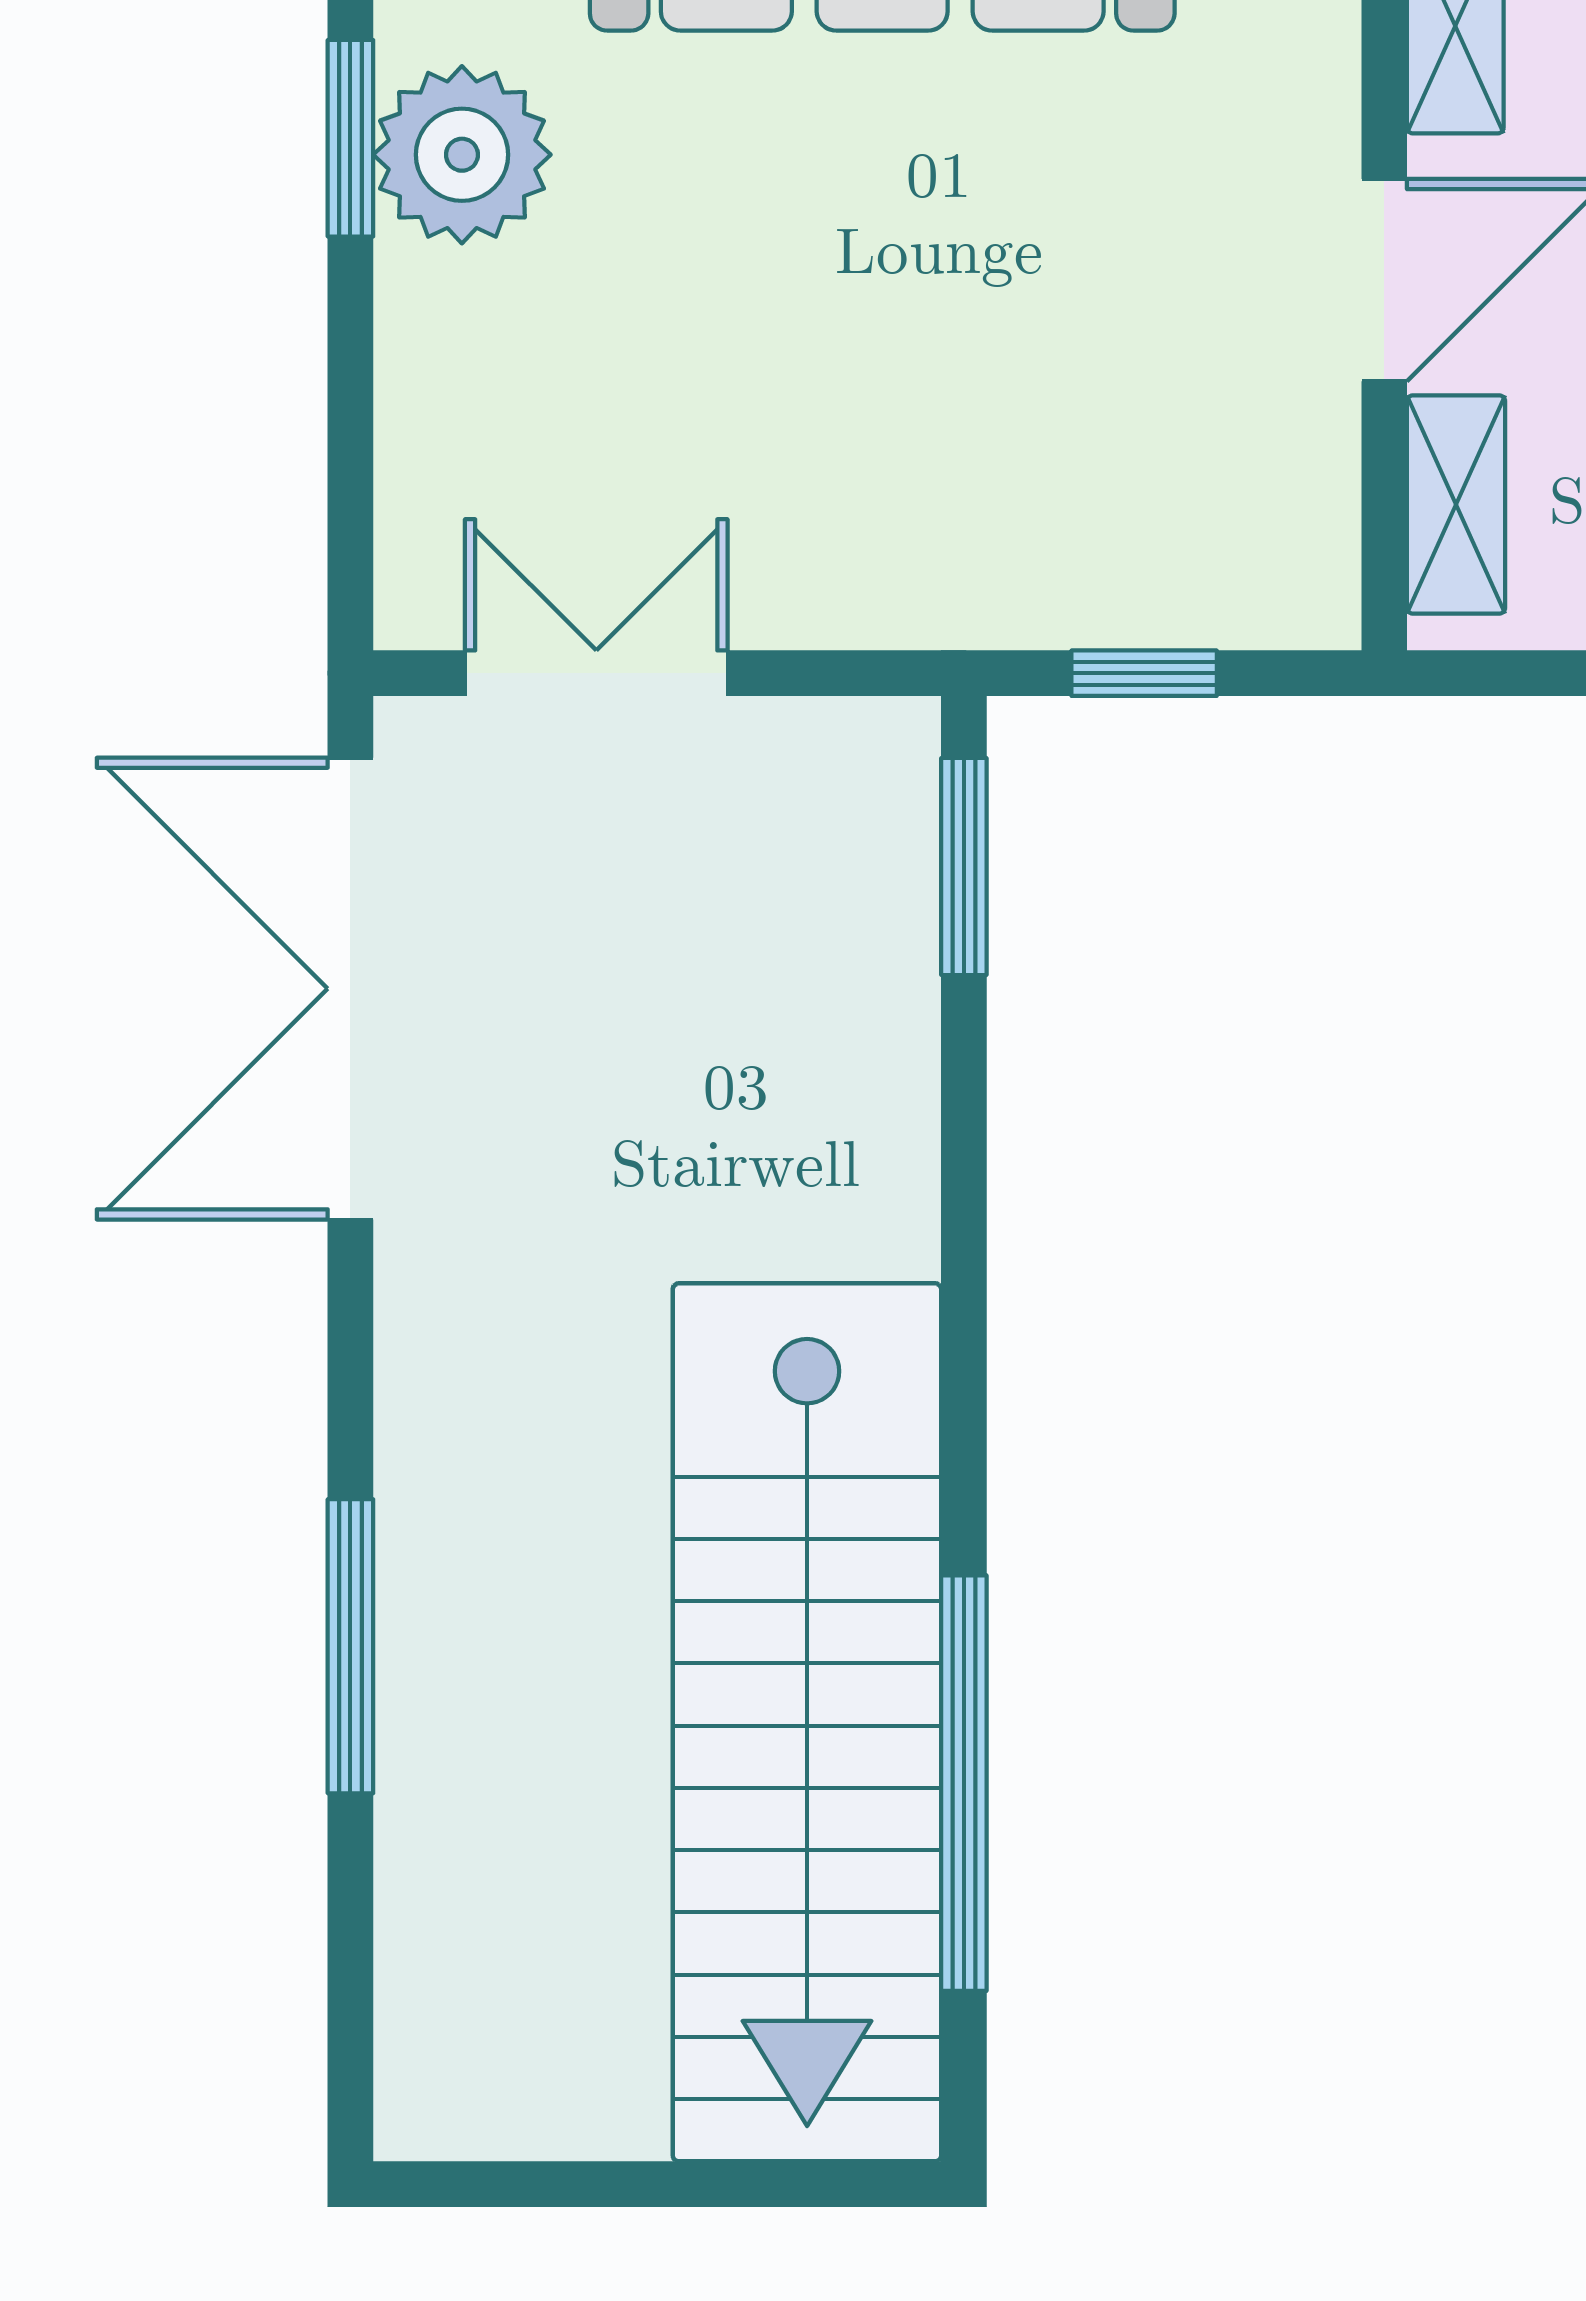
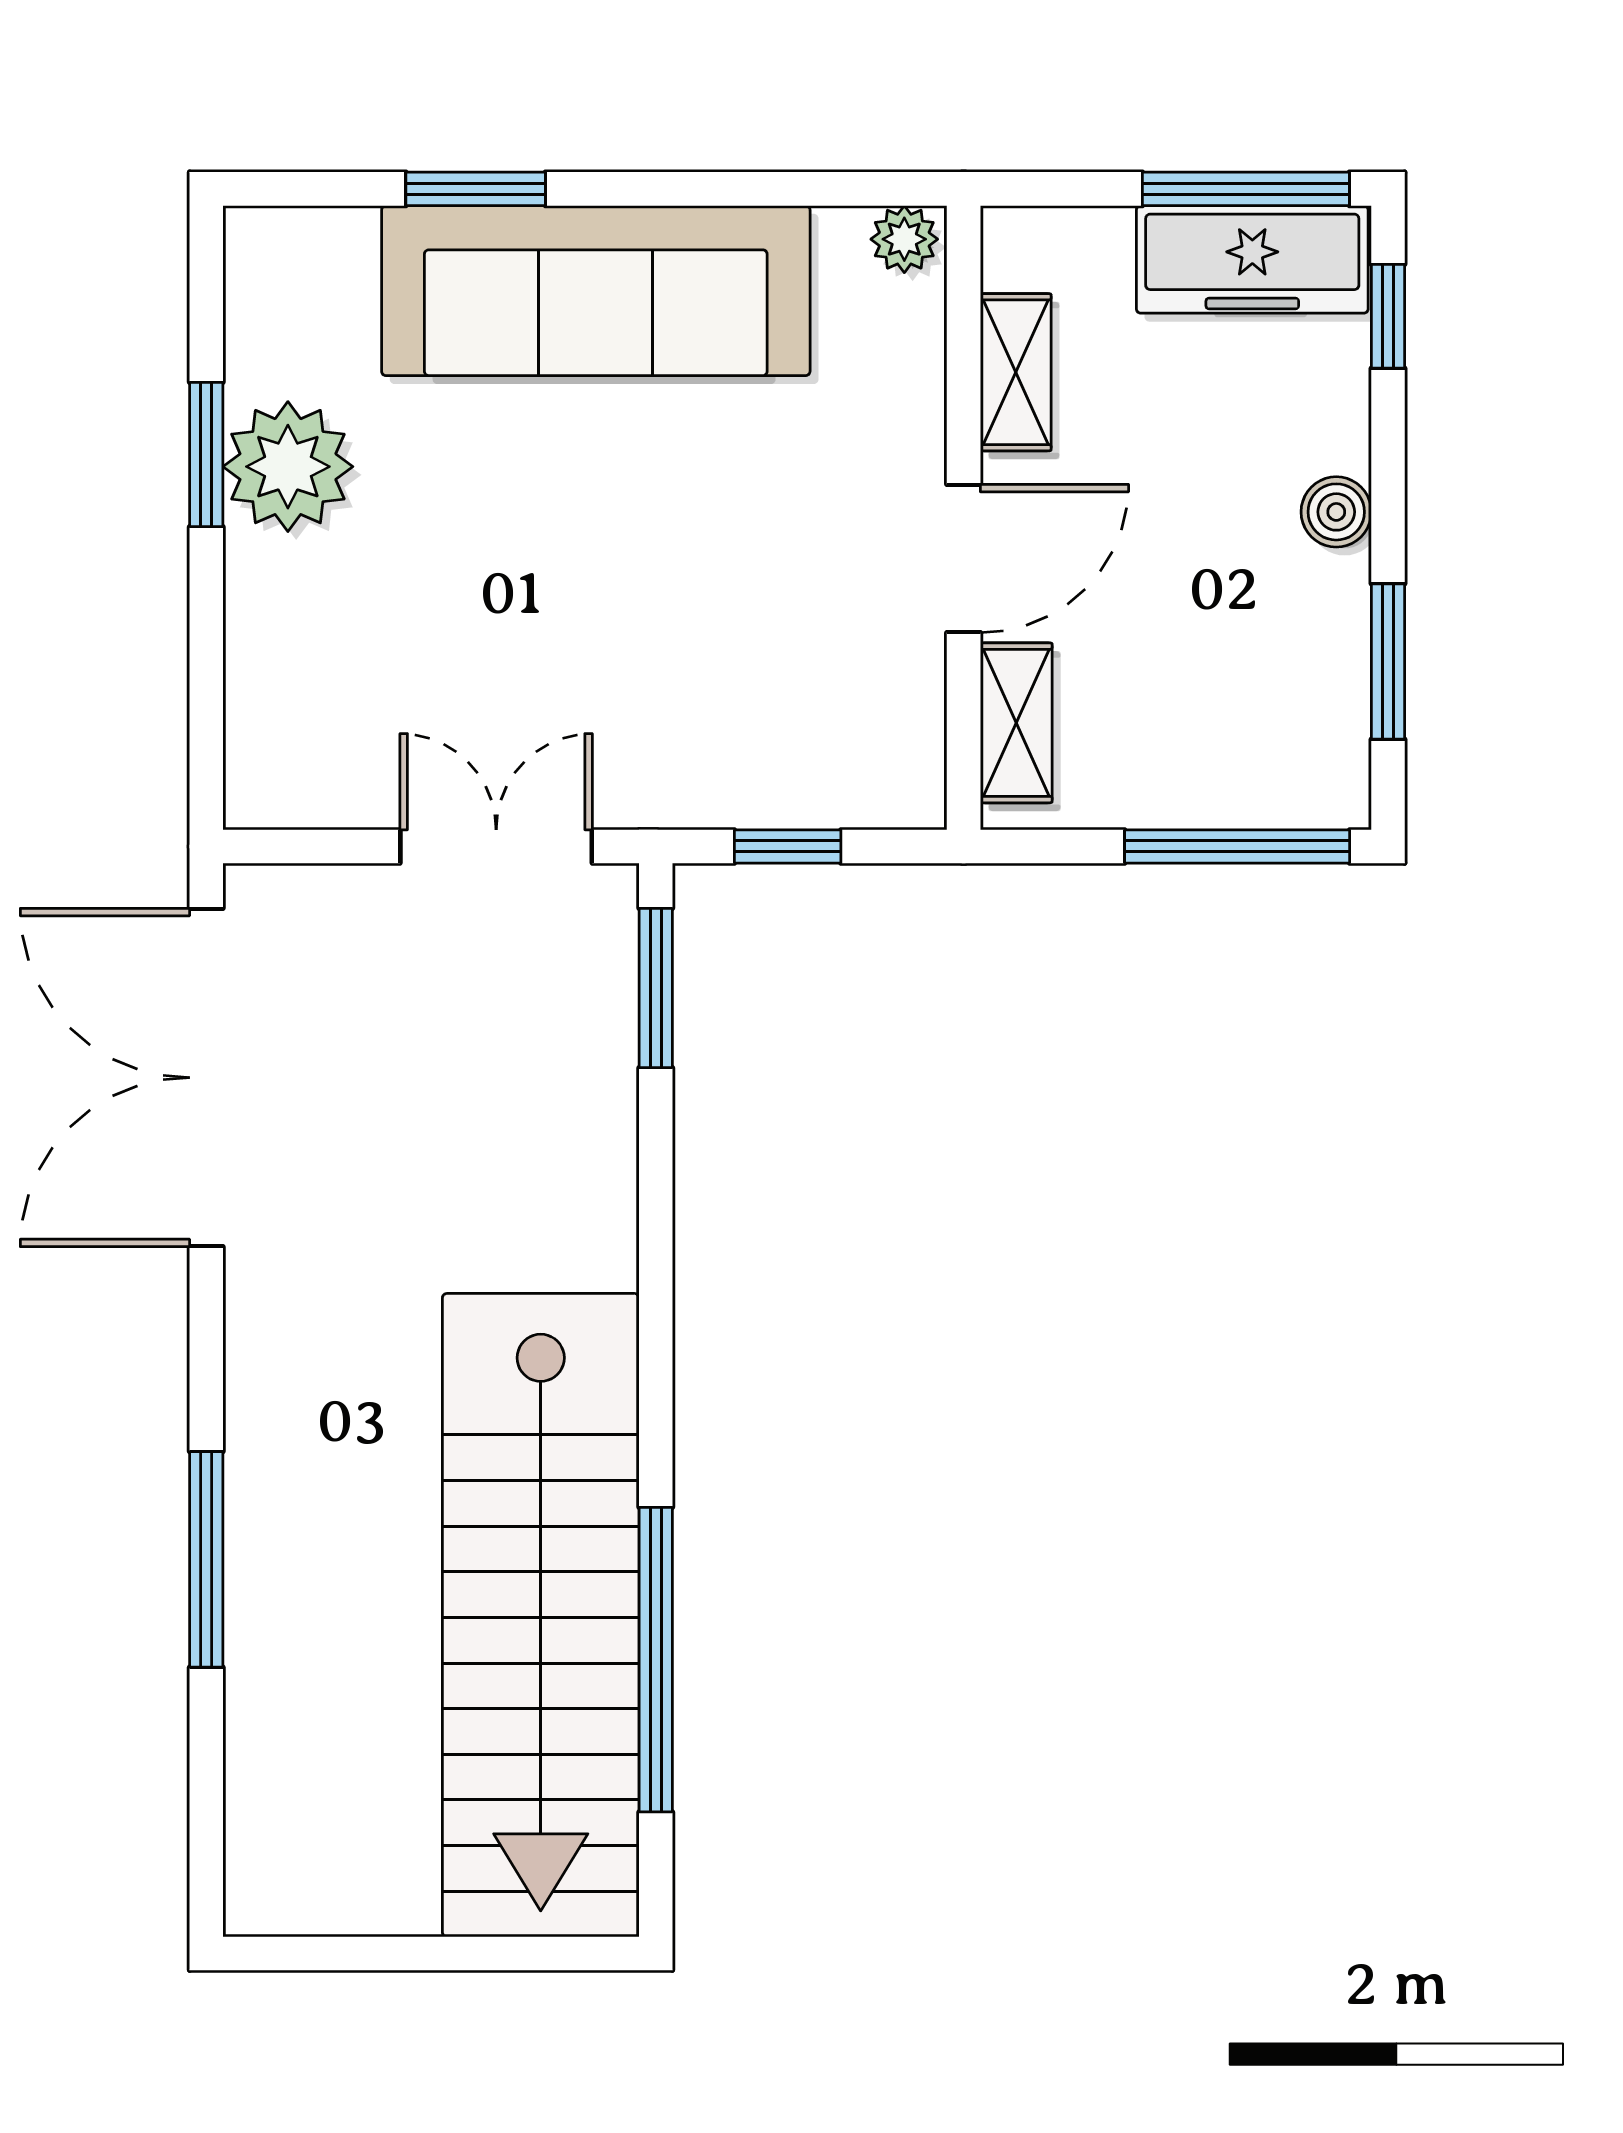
double door: (596, 673) -> (496, 846), moved

